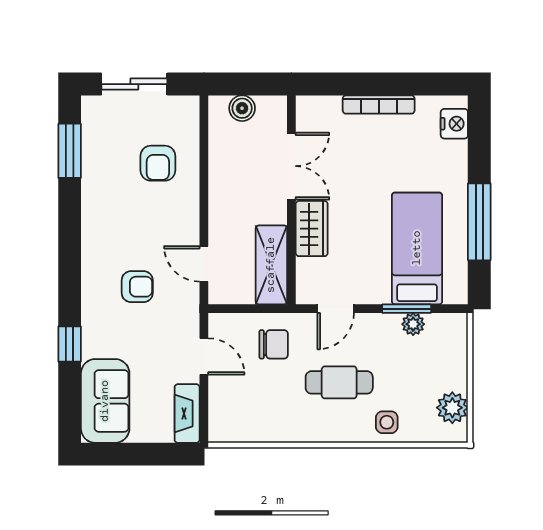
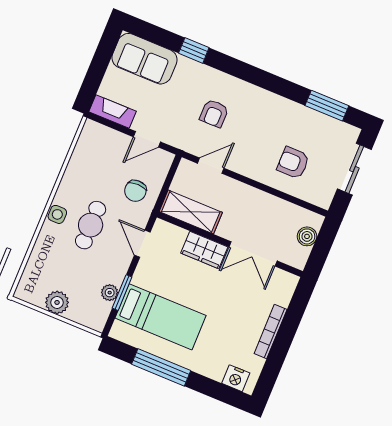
plant: (452, 408) -> (57, 302), moved
side table: (387, 422) -> (57, 214), moved

